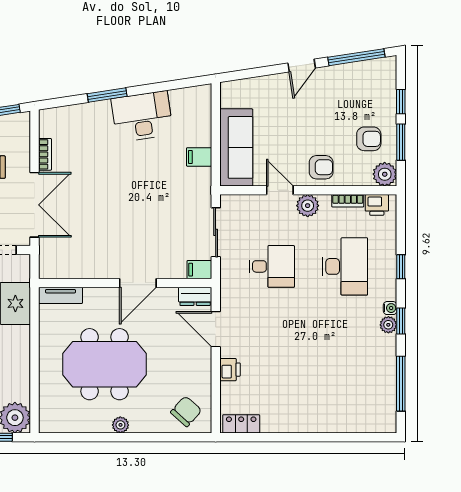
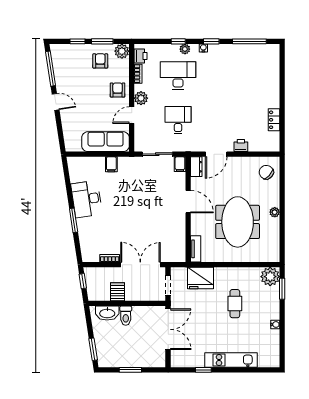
plant: (388, 325) -> (185, 49), moved
locker: (241, 424) -> (274, 120), moved

